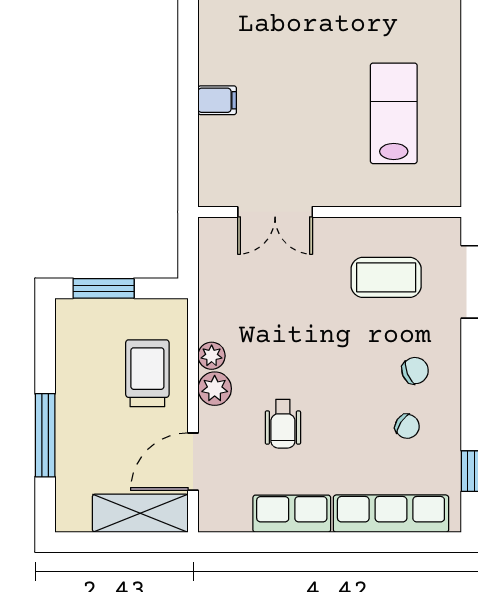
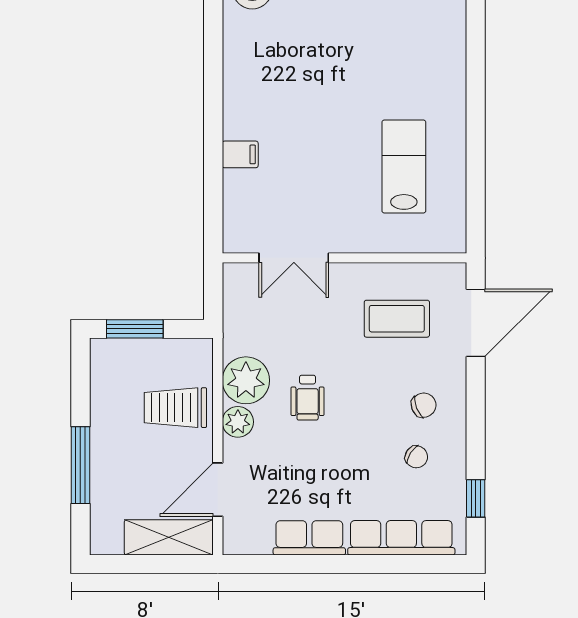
plant: (212, 356) -> (246, 380), width x1.87, depth x1.87
trolley: (147, 373) -> (175, 408), turned -90
wheelchair: (283, 424) -> (308, 398), moved

